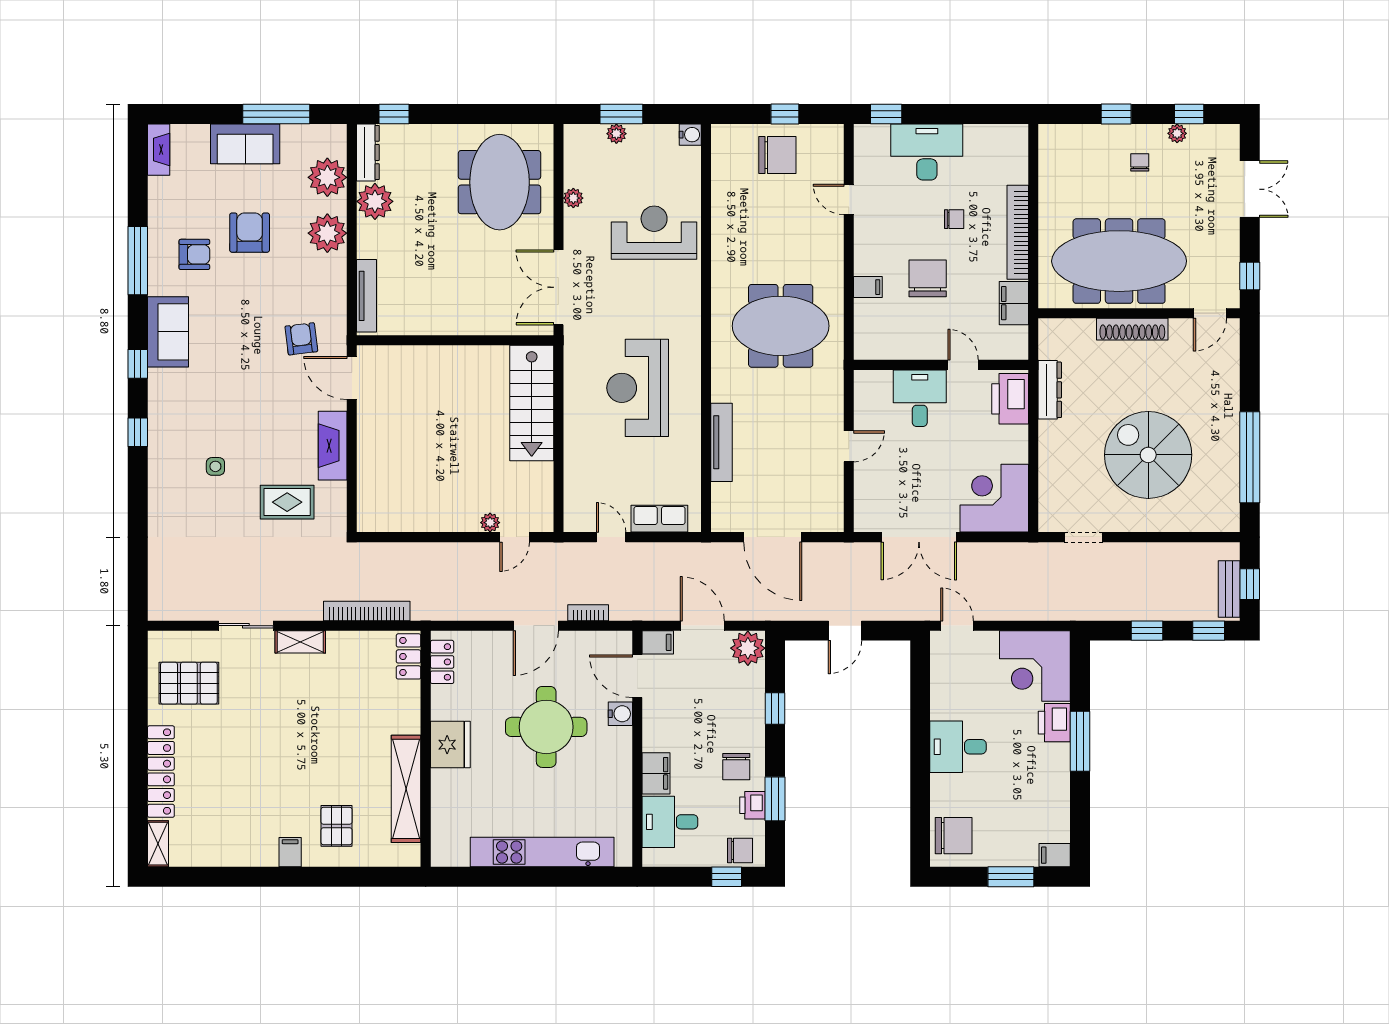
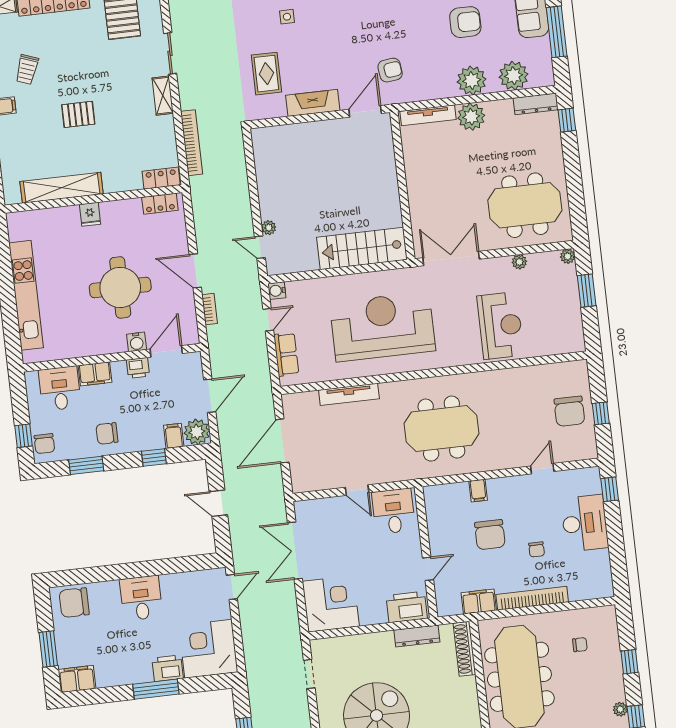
plant: (616, 134) -> (568, 256), moved
water cooler: (690, 135) -> (277, 291), moved, turned 90
chair: (1140, 162) -> (580, 645), moved
plant: (375, 201) -> (471, 117), moved
chair: (928, 278) -> (490, 535), turned 90
meeting table: (781, 326) -> (441, 429), turned 90
shoe rack: (1132, 329) -> (464, 649), moved
reception desk: (638, 388) -> (383, 327), width x1.36, depth x1.30
desk: (920, 398) -> (393, 511), moved, turned -90
filing cabinet: (658, 642) -> (174, 436), moved, turned 180
fridge: (450, 745) -> (90, 214), width x0.53, depth x0.75
printer: (752, 805) -> (138, 368), moved, turned 180
trolley: (245, 816) -> (27, 70), added
pallet: (337, 826) -> (78, 114), moved
chair: (954, 836) -> (74, 603), turned 90
filing cabinet: (1055, 855) -> (77, 679), width x2.00

